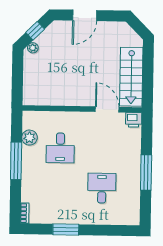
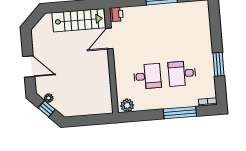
plant: (33, 48) -> (49, 98), moved
plant: (29, 138) -> (127, 105), moved
window: (16, 161) -> (180, 113), moved
desk: (102, 188) -> (182, 73), moved

